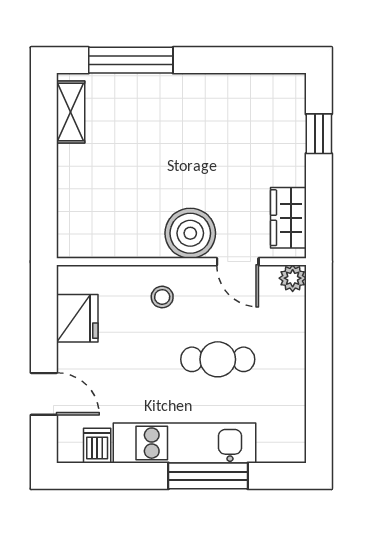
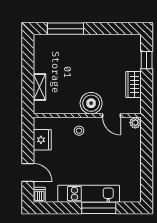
shelving: (71, 112) -> (40, 87), moved
wardrobe: (288, 218) -> (133, 85), moved
cafe table: (218, 359) -> (103, 158), removed
dishwasher: (97, 446) -> (39, 195), moved

